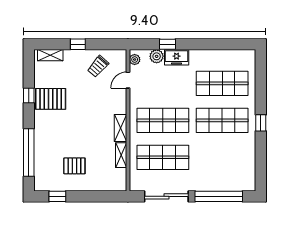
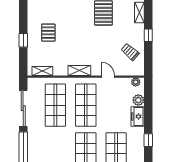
window: (168, 44) -> (148, 140), moved
door: (128, 80) -> (108, 77), moved
shelving: (121, 155) -> (42, 71), moved
window: (57, 196) -> (23, 40), moved

